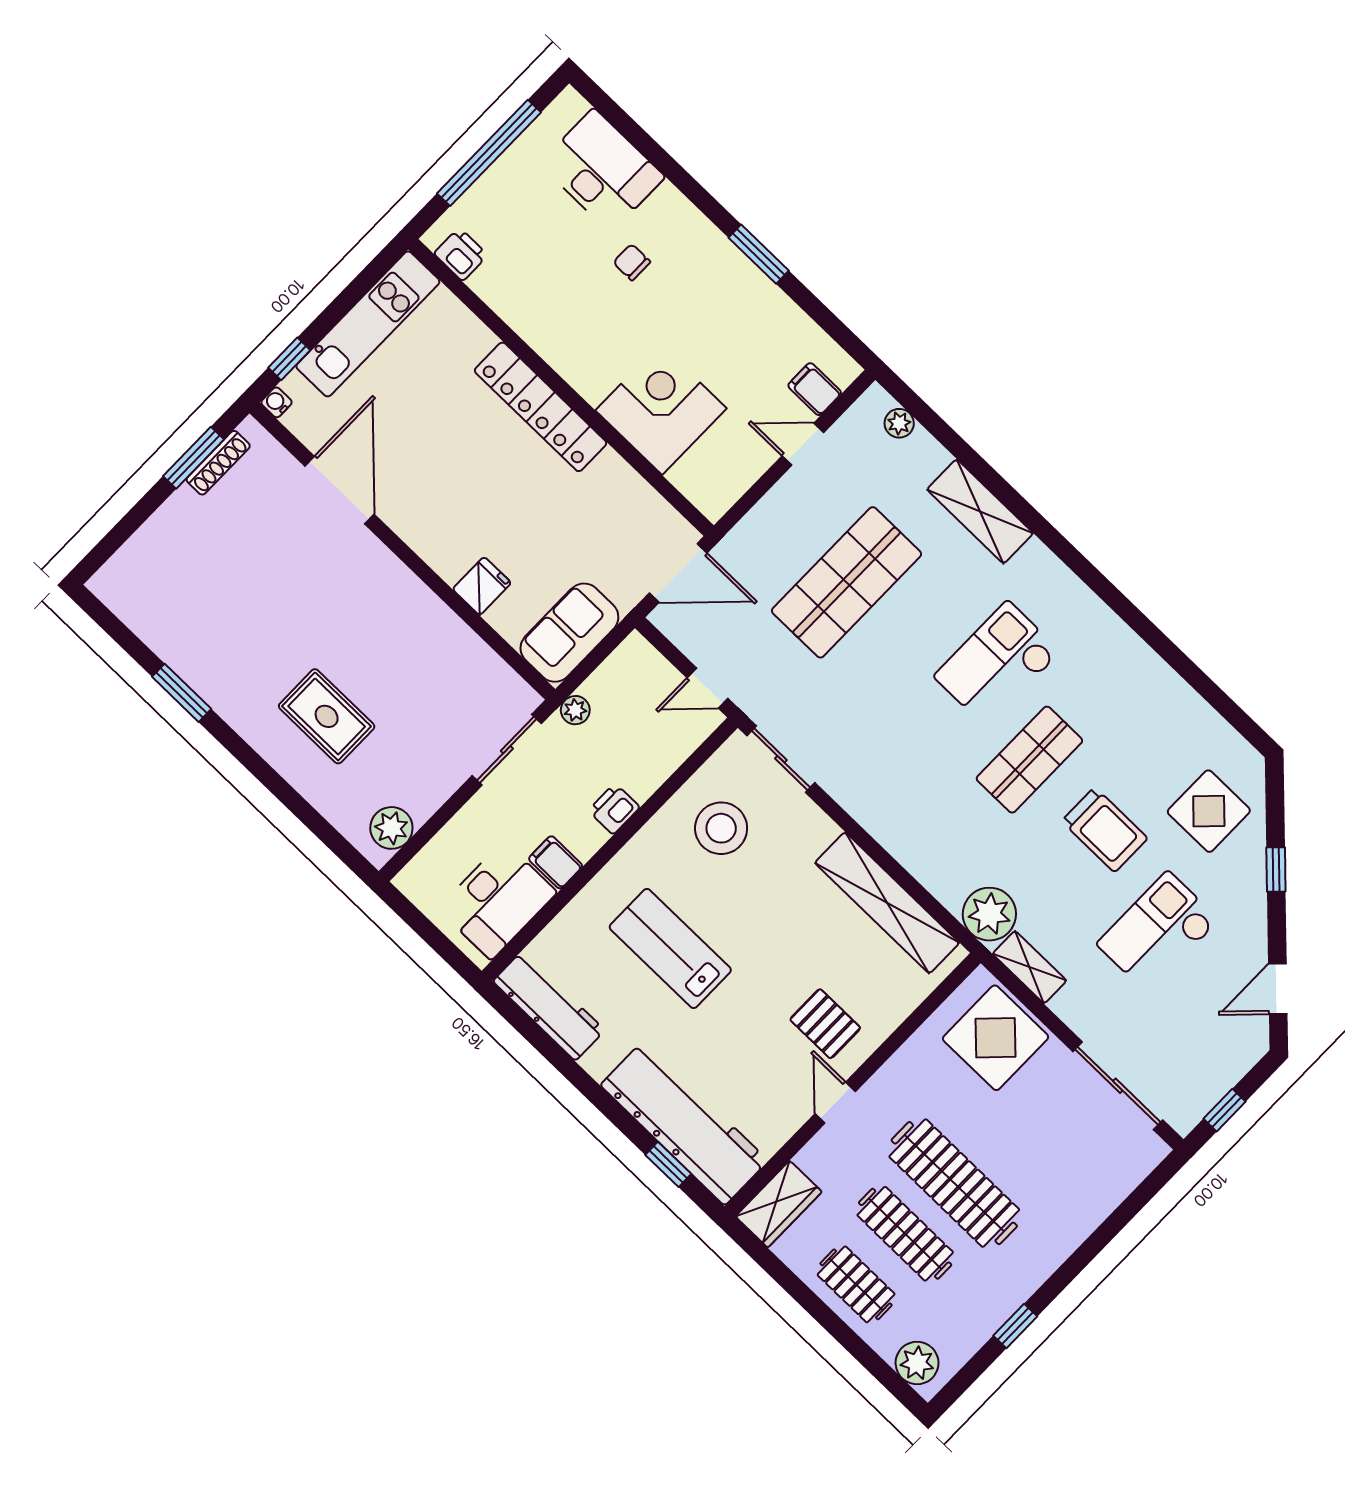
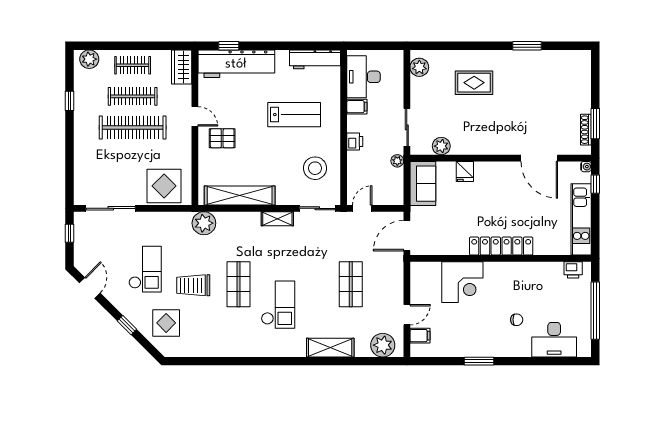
plant: (899, 423) -> (383, 345), width x1.88, depth x1.88
shop shelf: (847, 582) -> (351, 284), width x0.70, depth x0.74
plant: (480, 665) -> (441, 146), added
shelving: (1029, 967) -> (277, 219), moved

